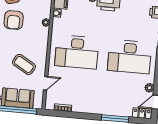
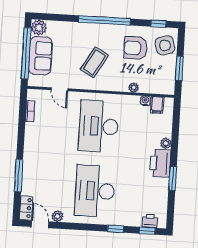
coffee table: (24, 64) -> (94, 62), moved

